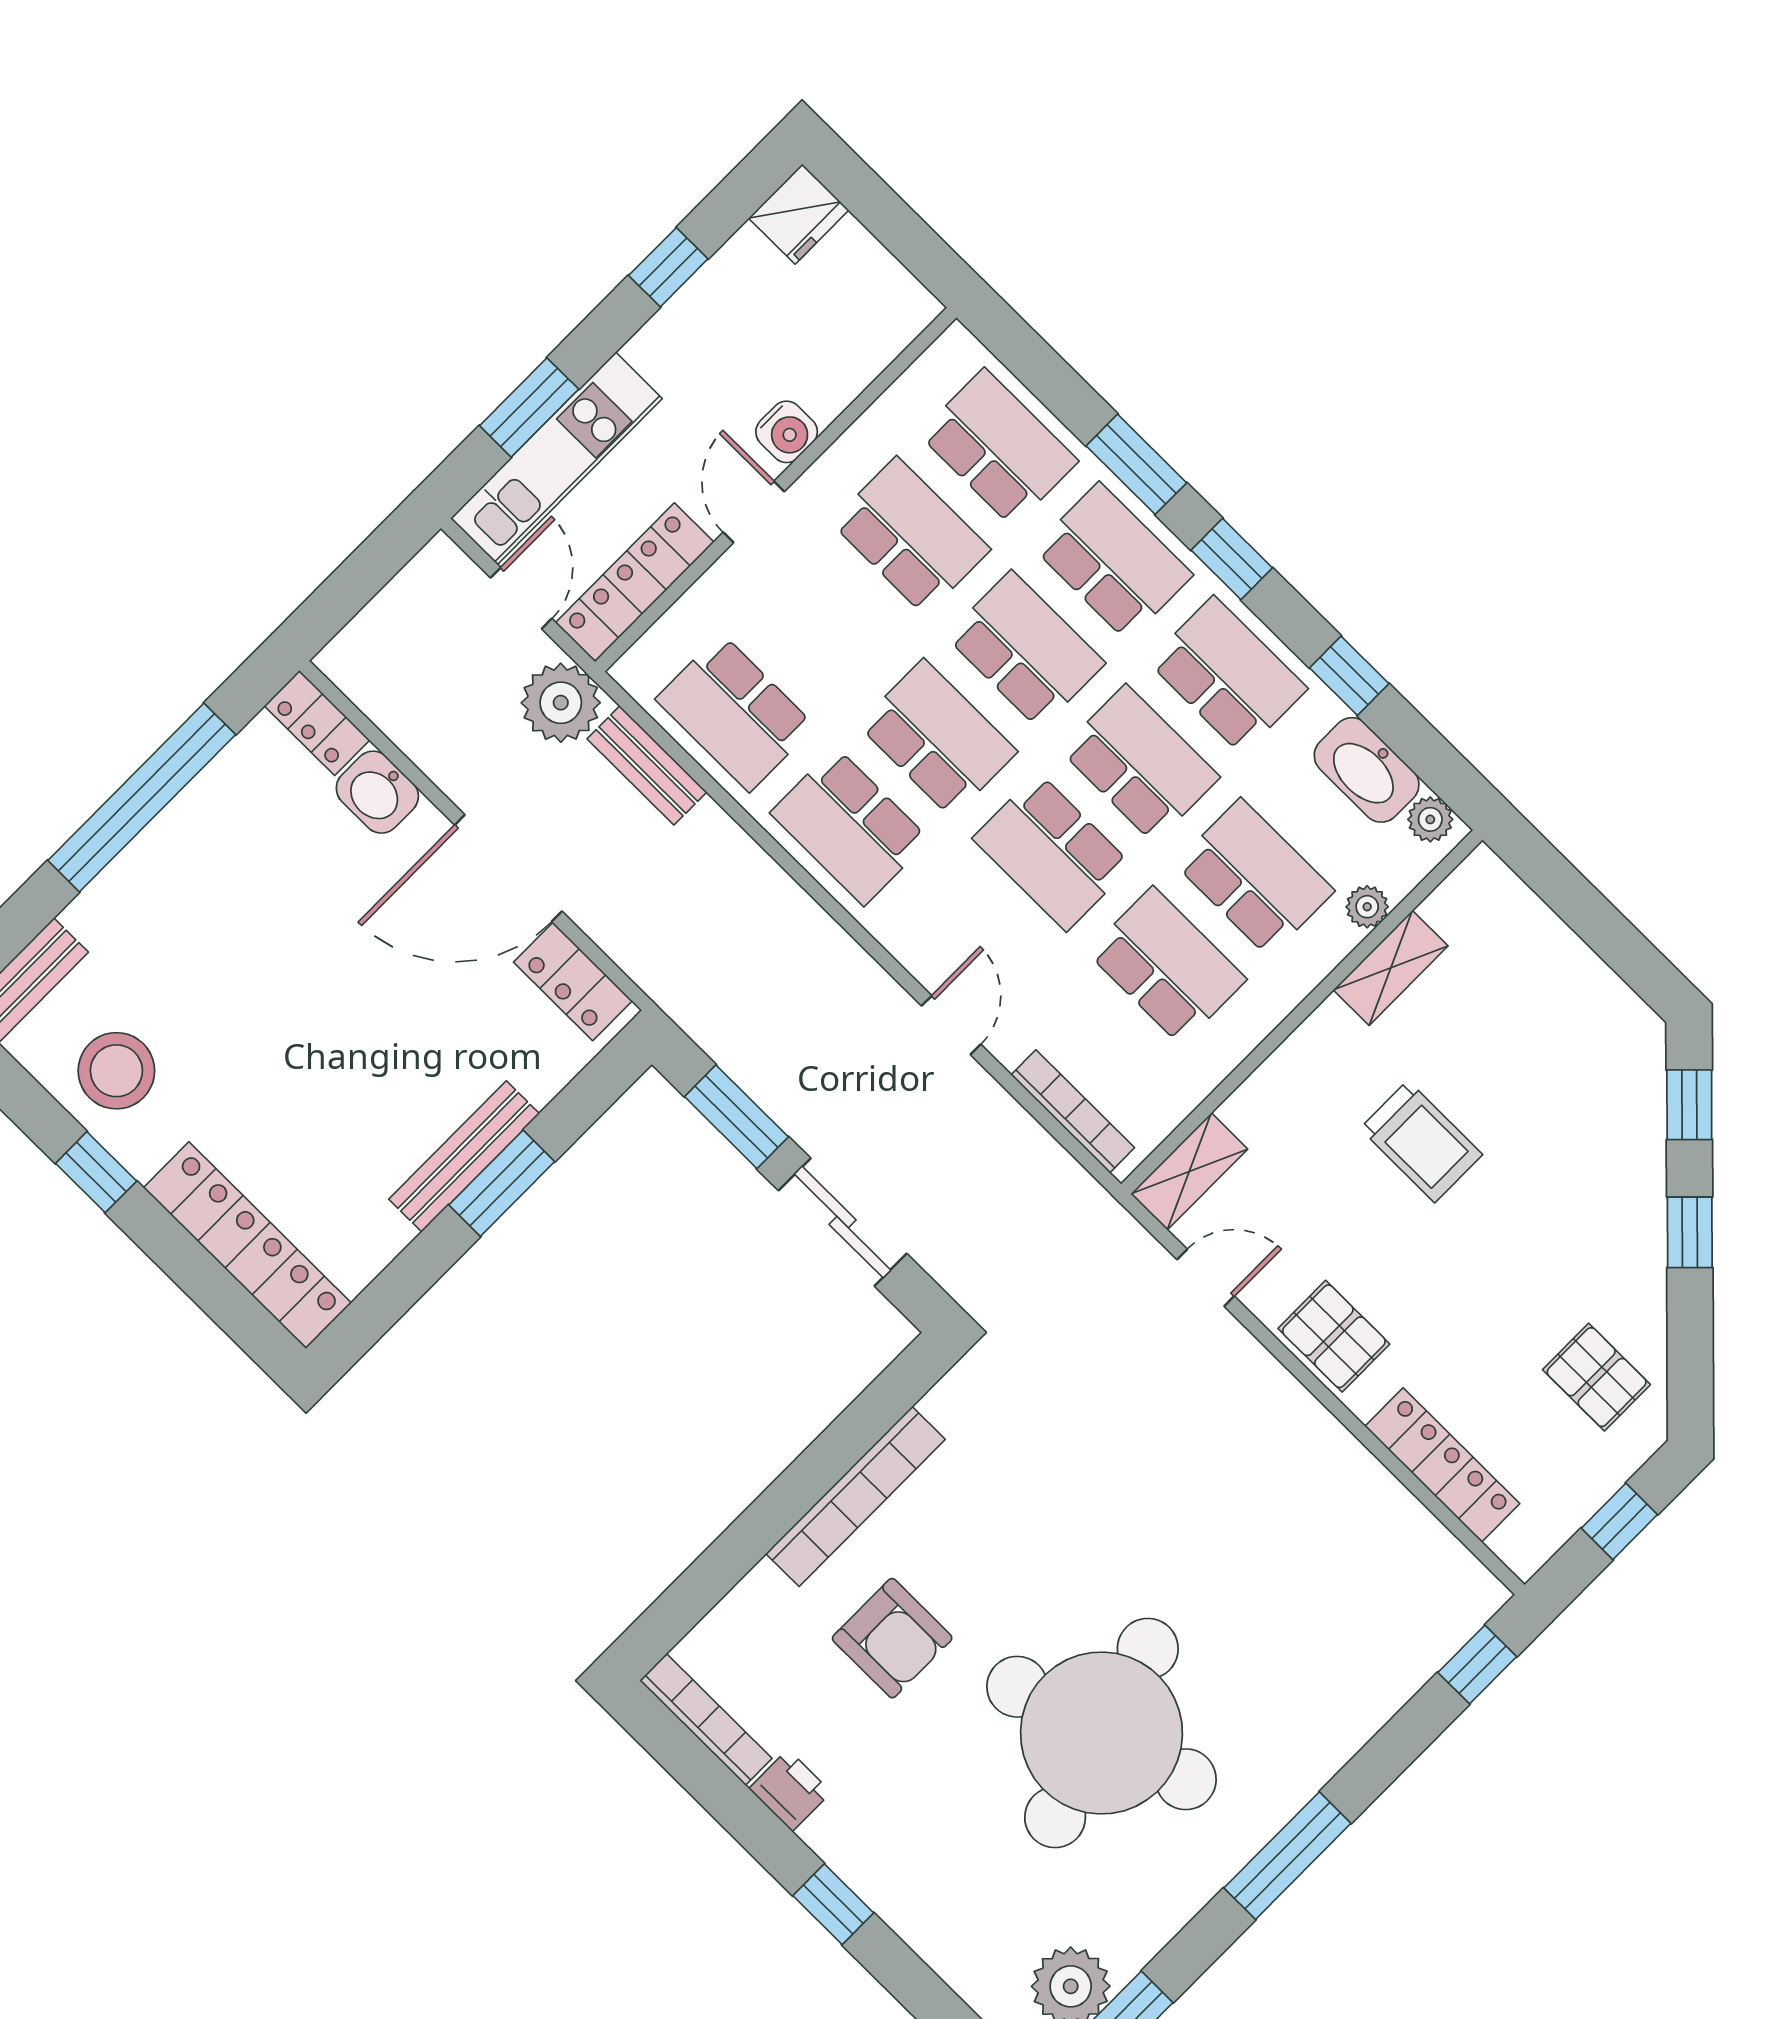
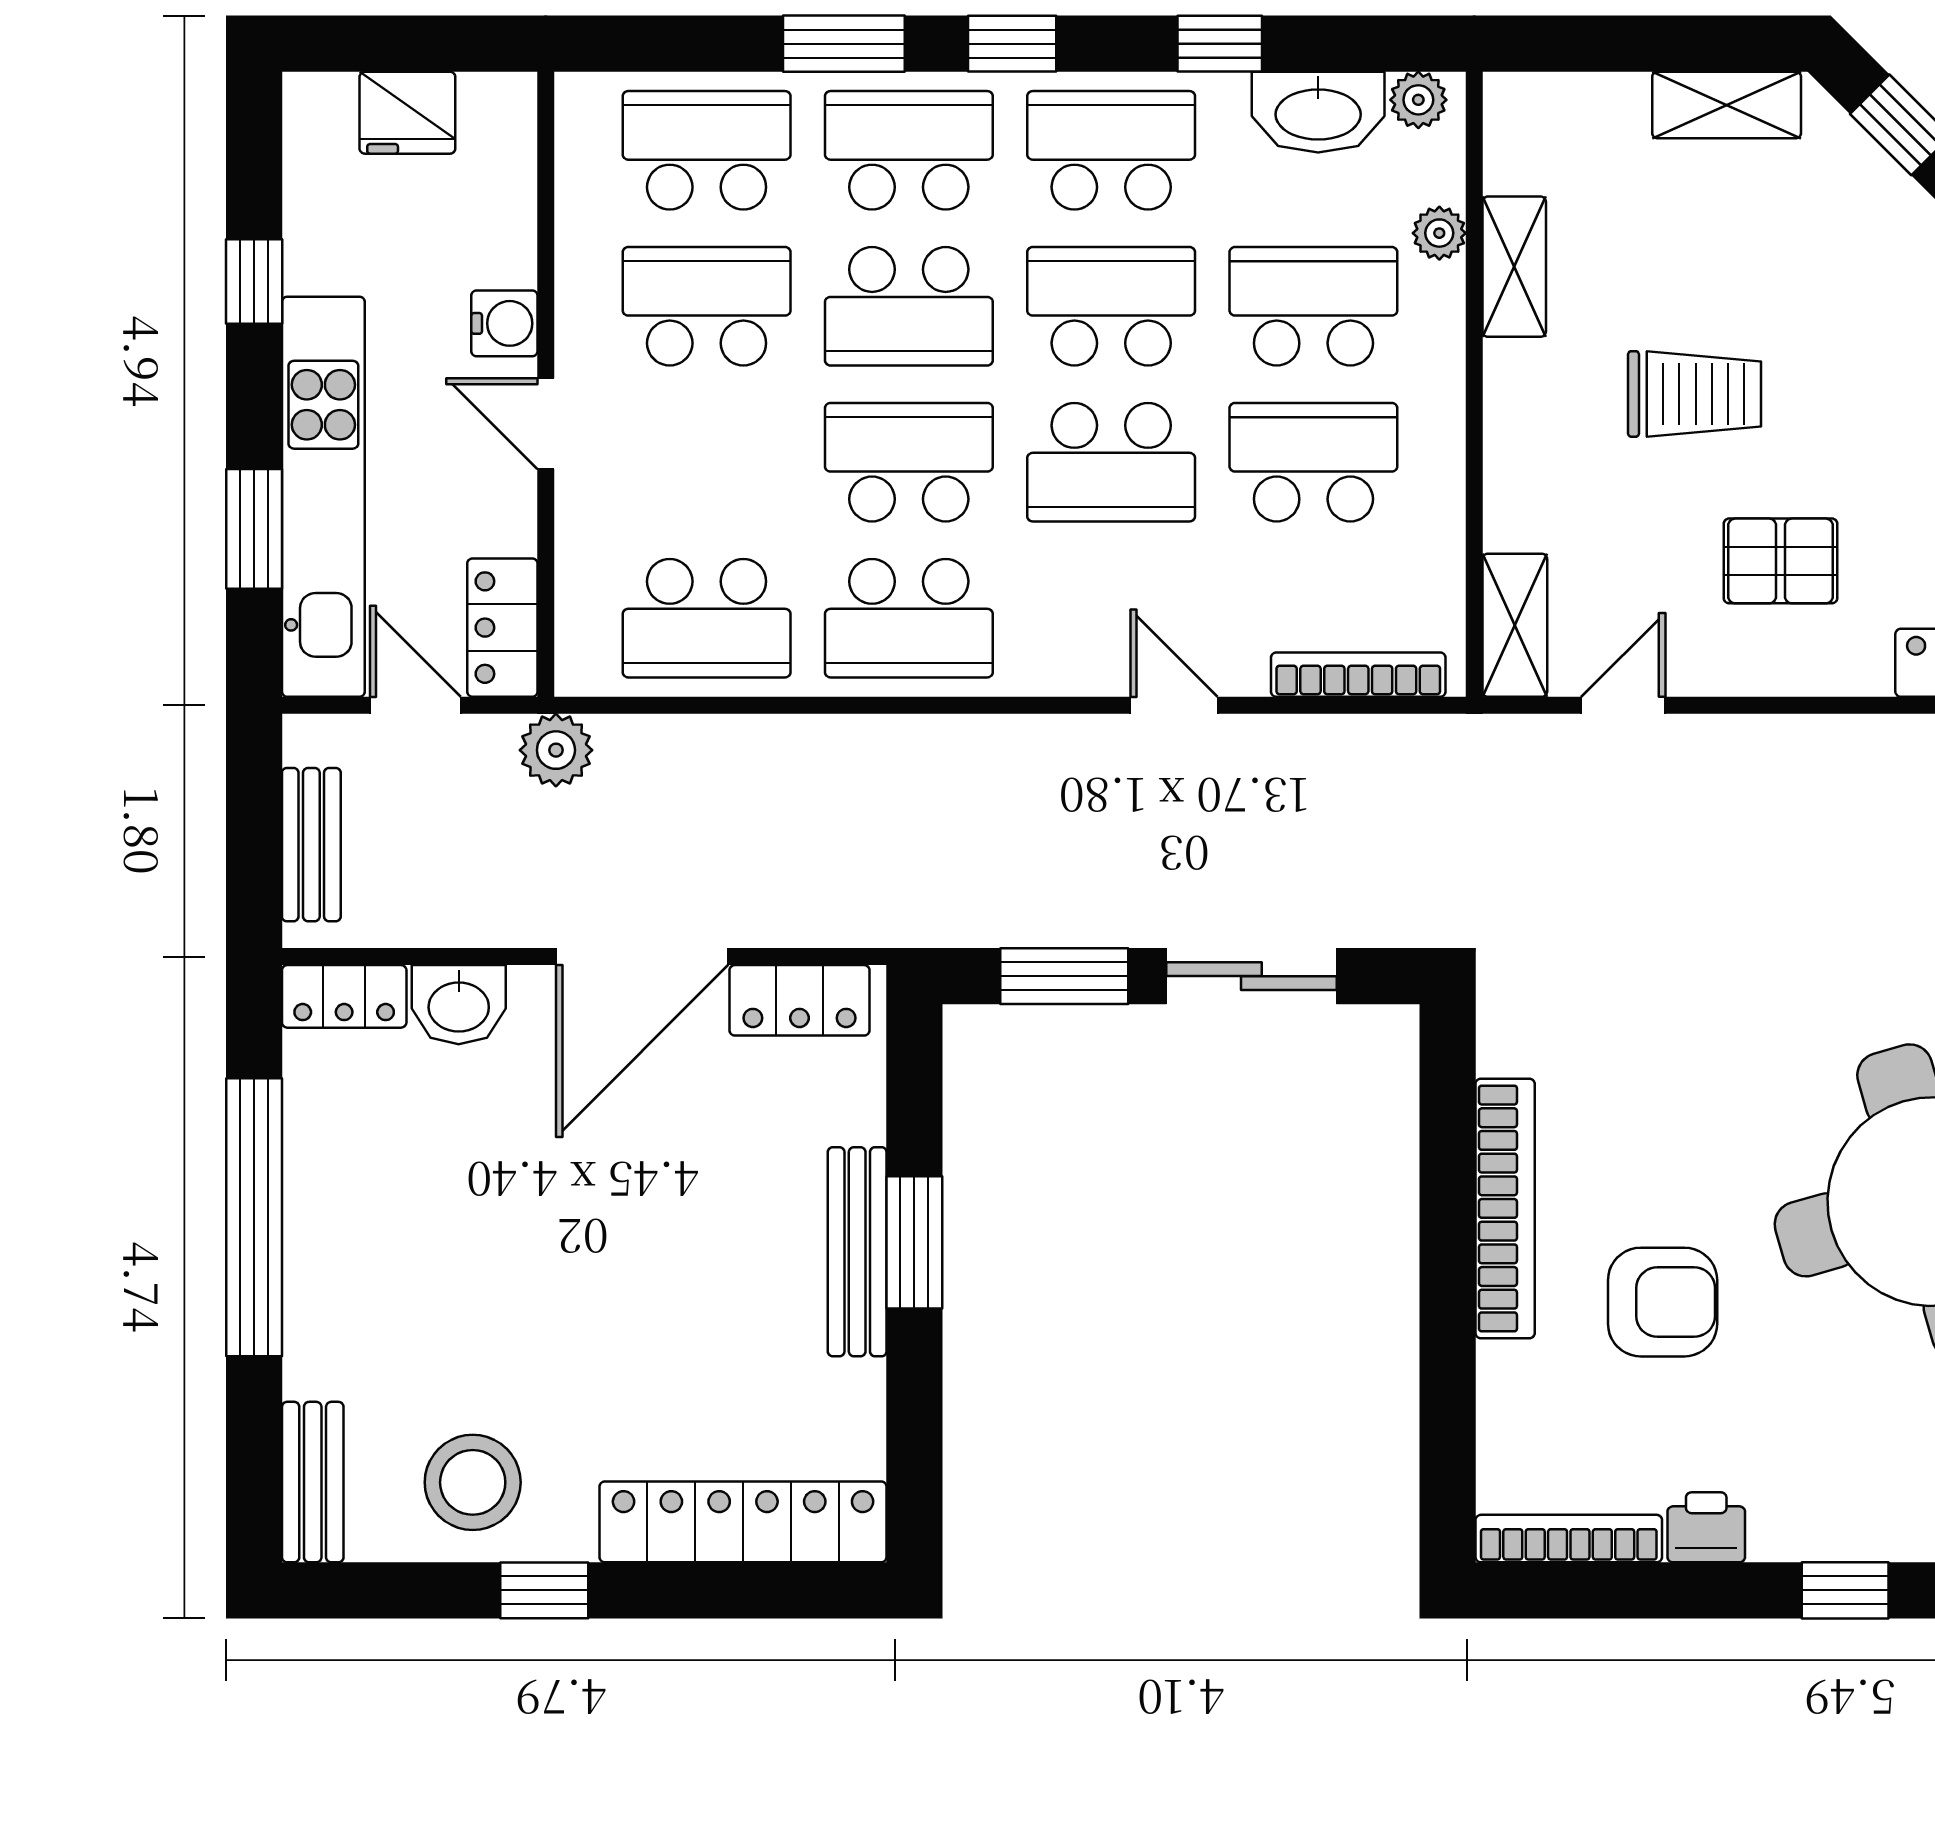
fridge: (799, 214) -> (407, 113), moved, turned 90
kitchen unit: (556, 458) -> (323, 497), width x1.36
locker: (635, 582) -> (502, 628), width x0.66
school desk: (1025, 650) -> (909, 306), turned 180
plant: (561, 703) -> (556, 750), width x0.73, depth x0.73
bench: (647, 765) -> (311, 845), moved, turned 90
shelving: (1602, 996) -> (1727, 105), added
pallet: (1334, 1336) -> (1781, 561), moved

